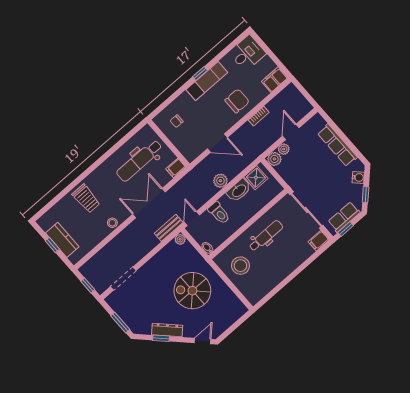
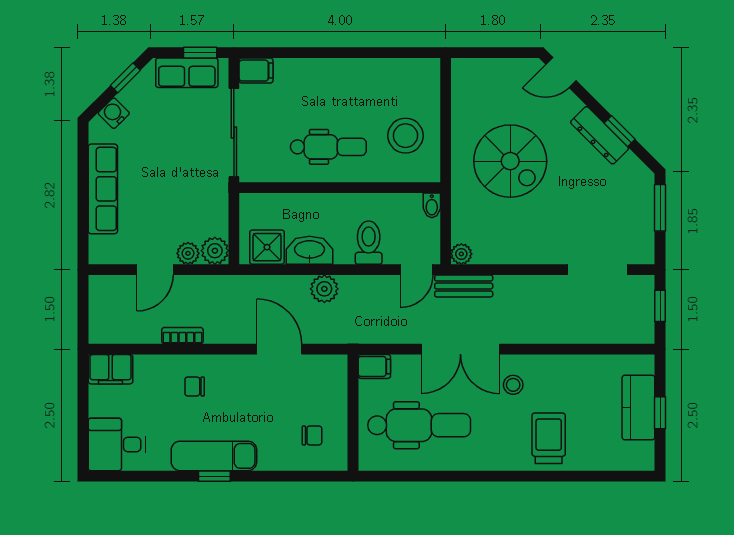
chair: (237, 101) -> (195, 386), width x0.54, depth x0.54
stool: (112, 223) -> (513, 385), moved
dental chair: (266, 236) -> (328, 147), turned 180

